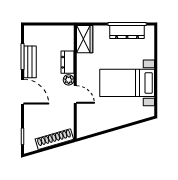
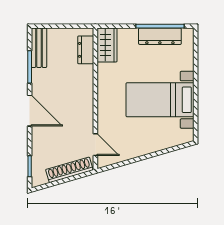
bench: (30, 62) -> (39, 48), moved
dresser: (67, 62) -> (86, 50), moved
plant: (69, 80) -> (87, 96), removed
door: (75, 95) -> (95, 145), moved

